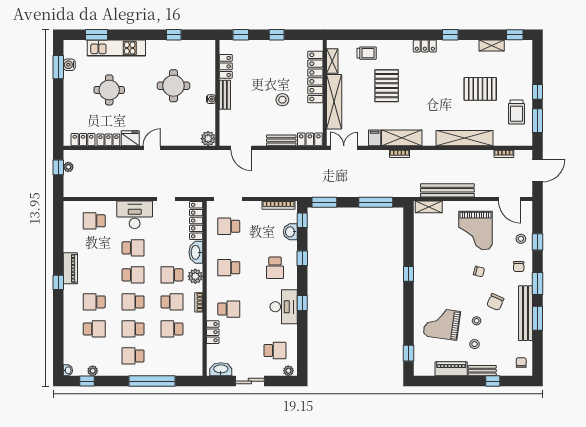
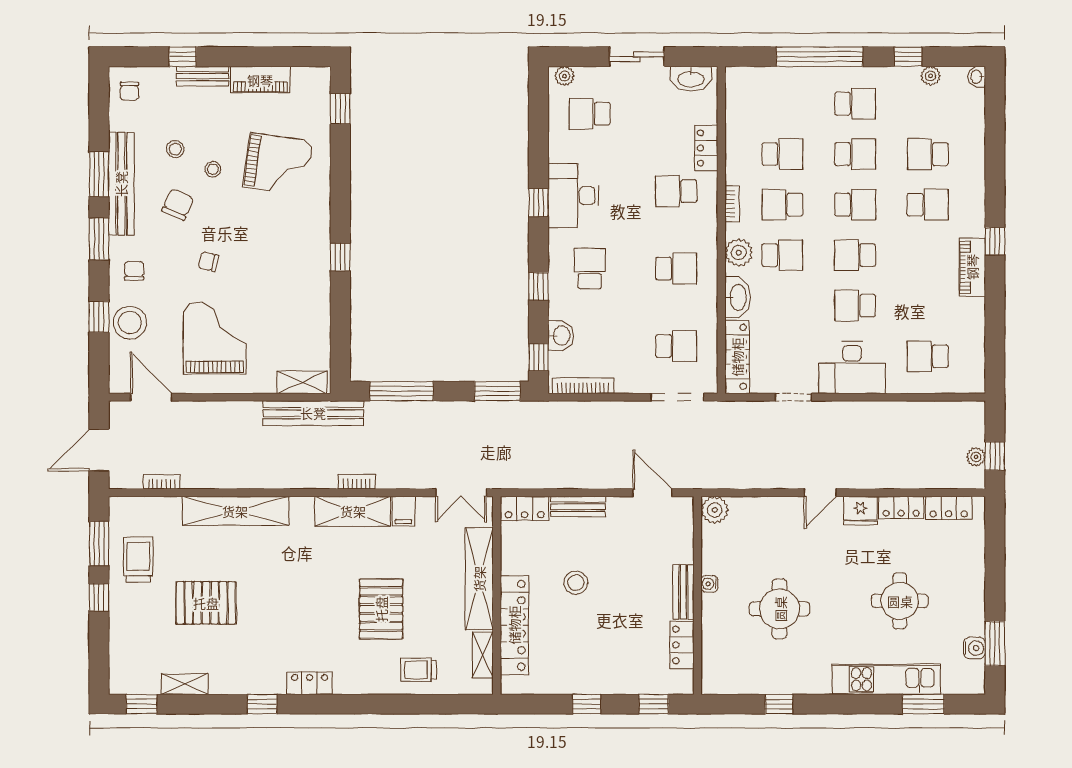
bench: (447, 190) -> (313, 413), moved
school desk: (94, 221) -> (928, 356), turned 180
stool: (521, 239) -> (130, 323), width x1.89, depth x1.89
stool: (475, 344) -> (175, 149), moved
window: (87, 381) -> (908, 57), moved

